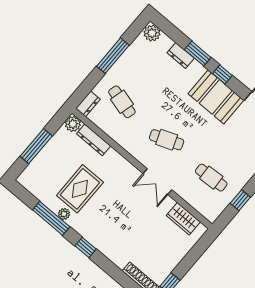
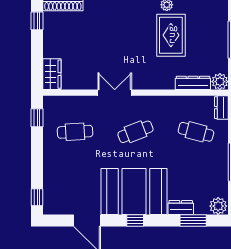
window: (198, 53) -> (193, 221), moved
booth: (216, 97) -> (134, 191), width x1.36, depth x1.42
window: (240, 200) -> (37, 118), moved
wardrobe: (183, 219) -> (52, 74), moved, turned 90

